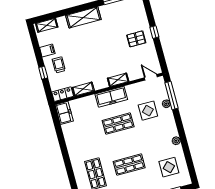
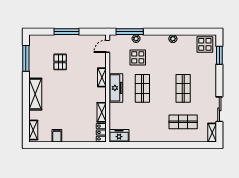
window: (154, 32) -> (67, 32), width x2.17
pallet: (136, 39) -> (60, 62), moved
trolley: (59, 65) -> (73, 129), removed
window: (43, 73) -> (76, 145), removed
display table: (169, 167) -> (205, 44), moved

